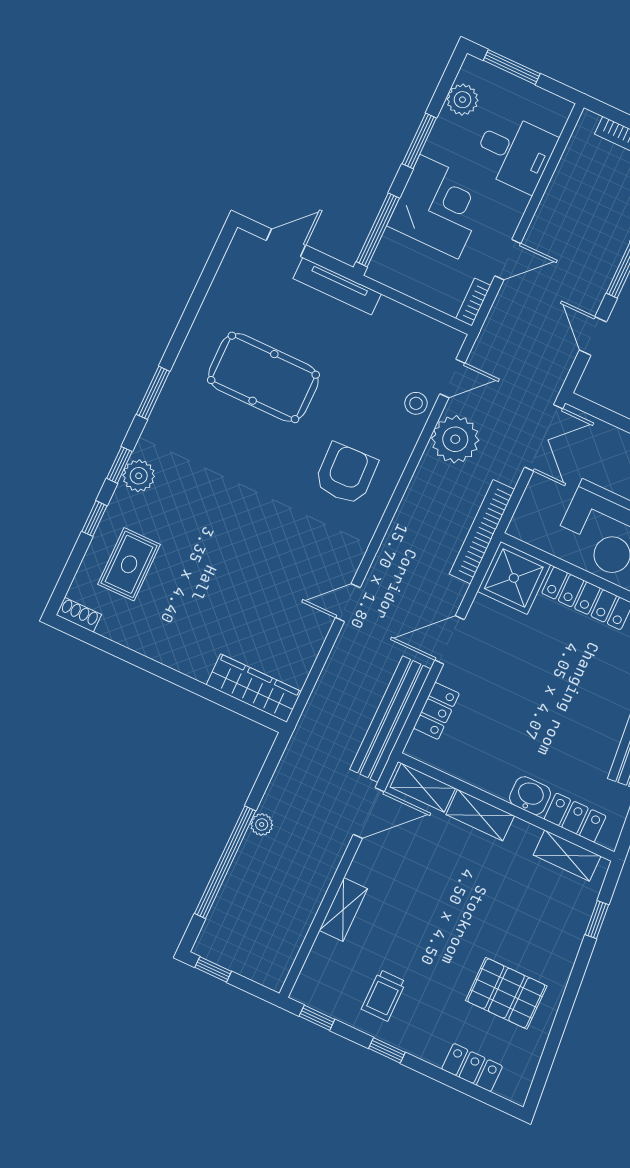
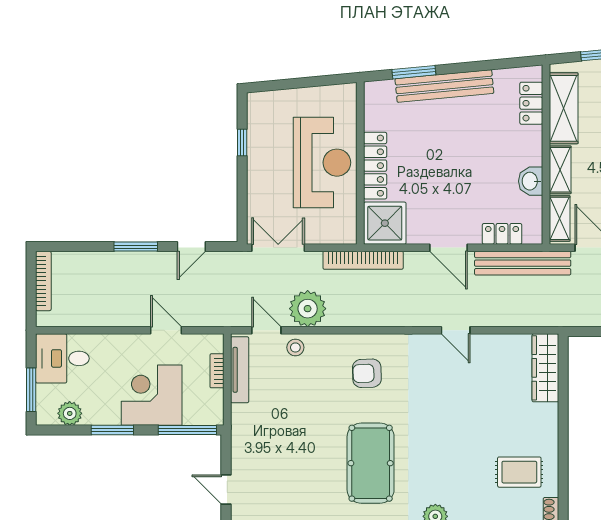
desk: (515, 152) -> (62, 358), moved, turned -90
tv unit: (337, 286) -> (240, 370), moved
bookcase: (473, 302) -> (217, 371), moved, turned 90
pool table: (263, 377) -> (371, 463), moved
armchair: (346, 474) -> (367, 373), width x0.72, depth x0.72
rug: (129, 564) -> (519, 472), moved
washbasin: (530, 796) -> (531, 181), moved
shelving: (567, 856) -> (564, 108), width x1.50, depth x1.33

